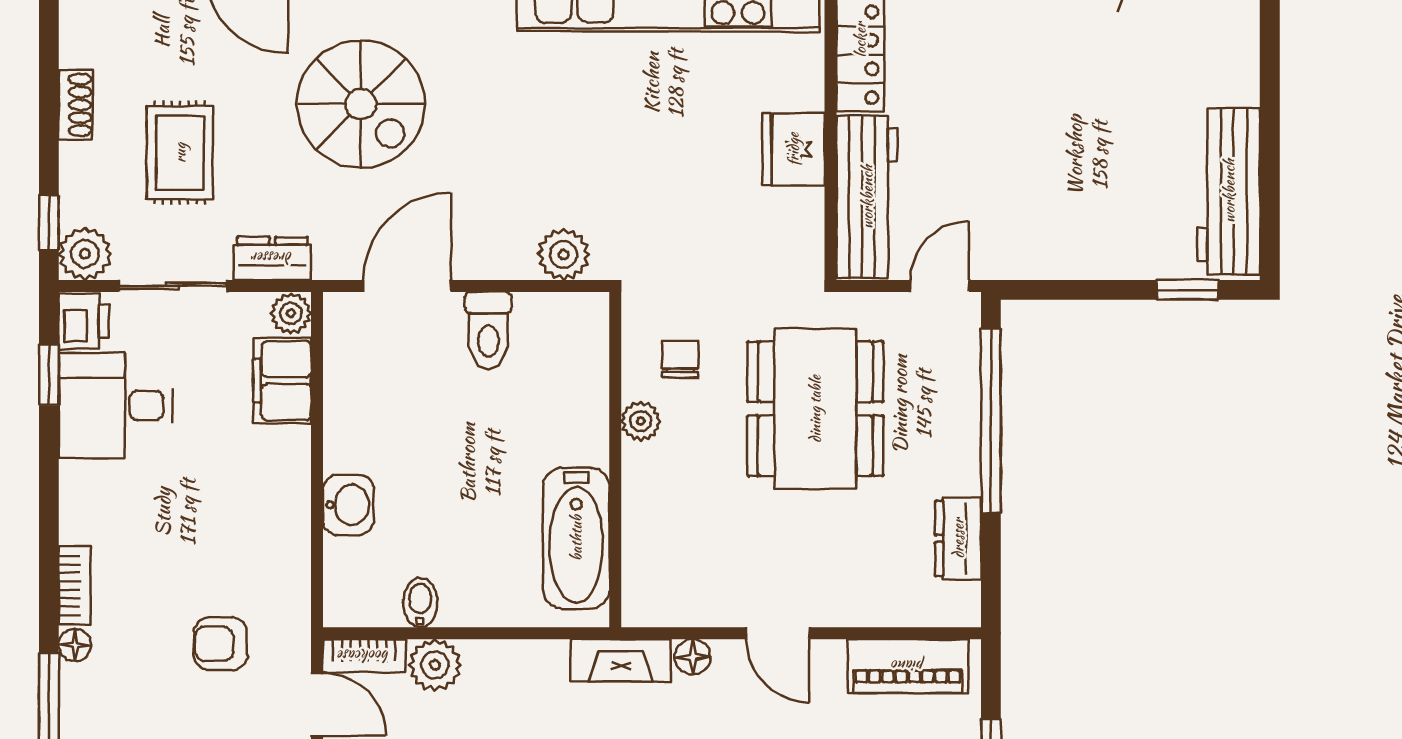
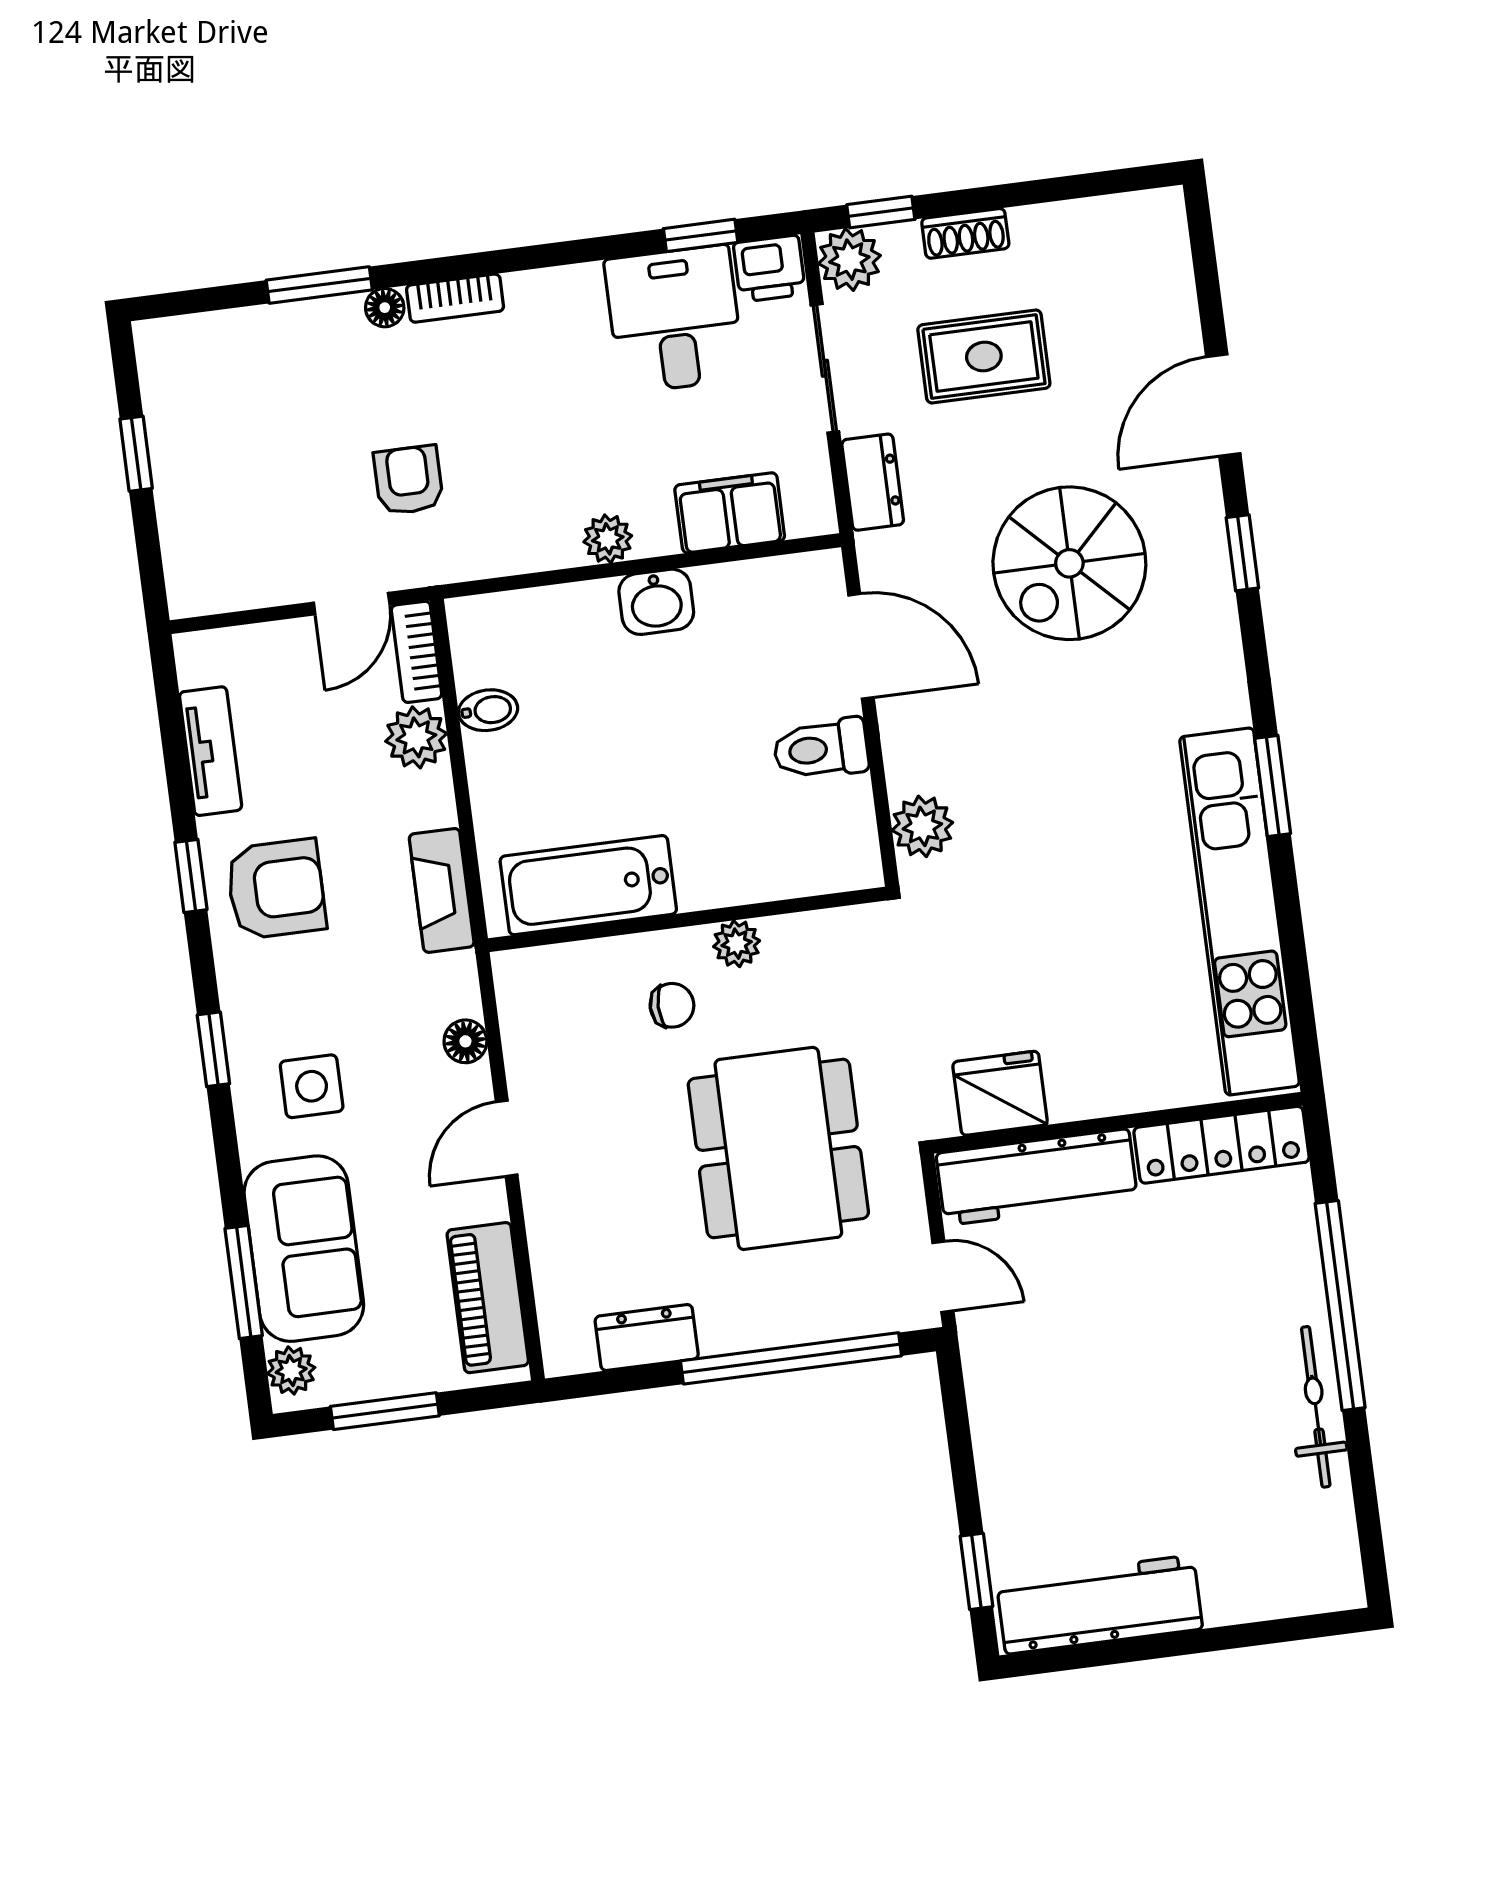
shoe rack: (76, 105) -> (965, 233), moved
fridge: (793, 149) -> (1000, 1093), moved
plant: (291, 313) -> (608, 539), moved
chair: (680, 359) -> (672, 1005), moved
dining table: (815, 409) -> (778, 1148), turned 90
washbasin: (348, 505) -> (656, 602), moved
fireplace: (621, 660) -> (442, 890), moved

